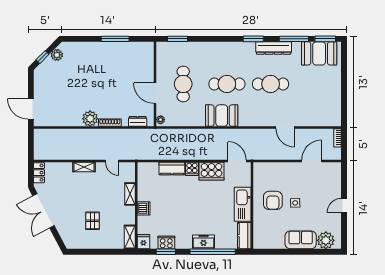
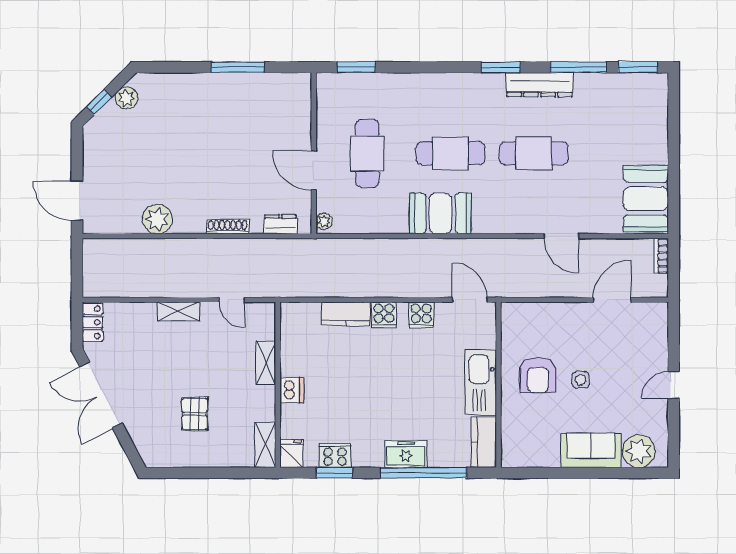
booth: (319, 53) -> (646, 199), moved, turned 90
plant: (90, 119) -> (157, 219), moved
cooker: (212, 171) -> (421, 315), width x0.53, depth x0.76

